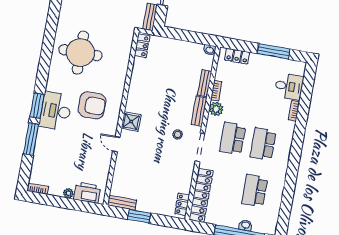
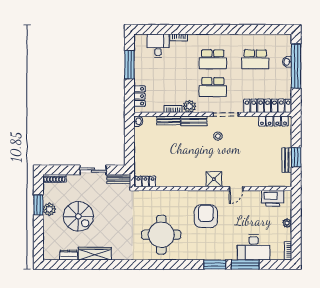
desk: (56, 111) -> (254, 247), moved
printer: (87, 193) -> (273, 198), moved, turned -90
bench: (122, 203) -> (287, 160), moved
locker: (182, 204) -> (273, 121), width x1.53

